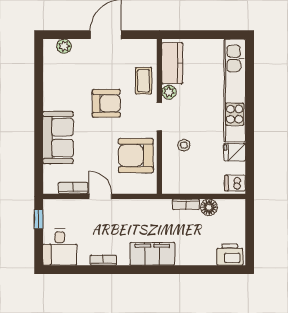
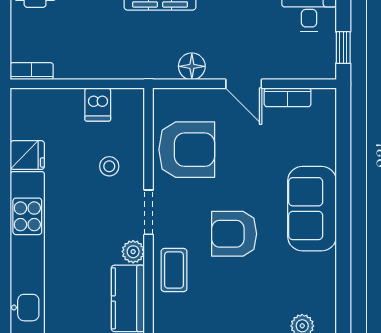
sofa: (58, 138) -> (312, 209), moved
dishwasher: (235, 183) -> (98, 105), moved, turned 90
bookcase: (186, 204) -> (32, 71), moved
floor lamp: (209, 207) -> (192, 66), moved

